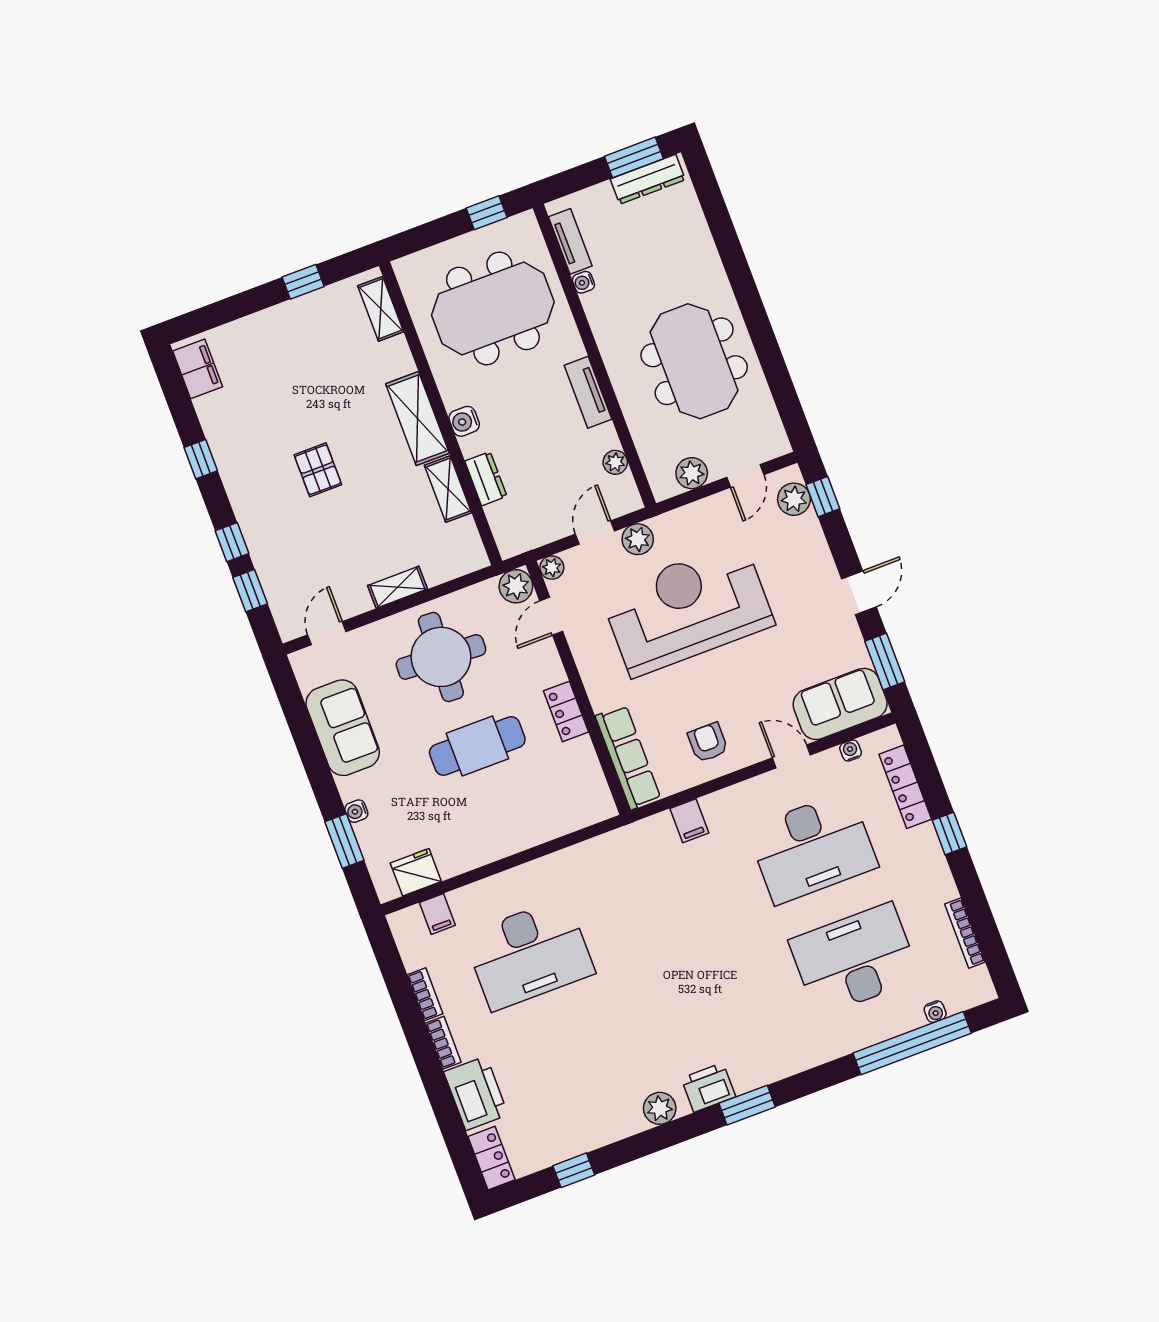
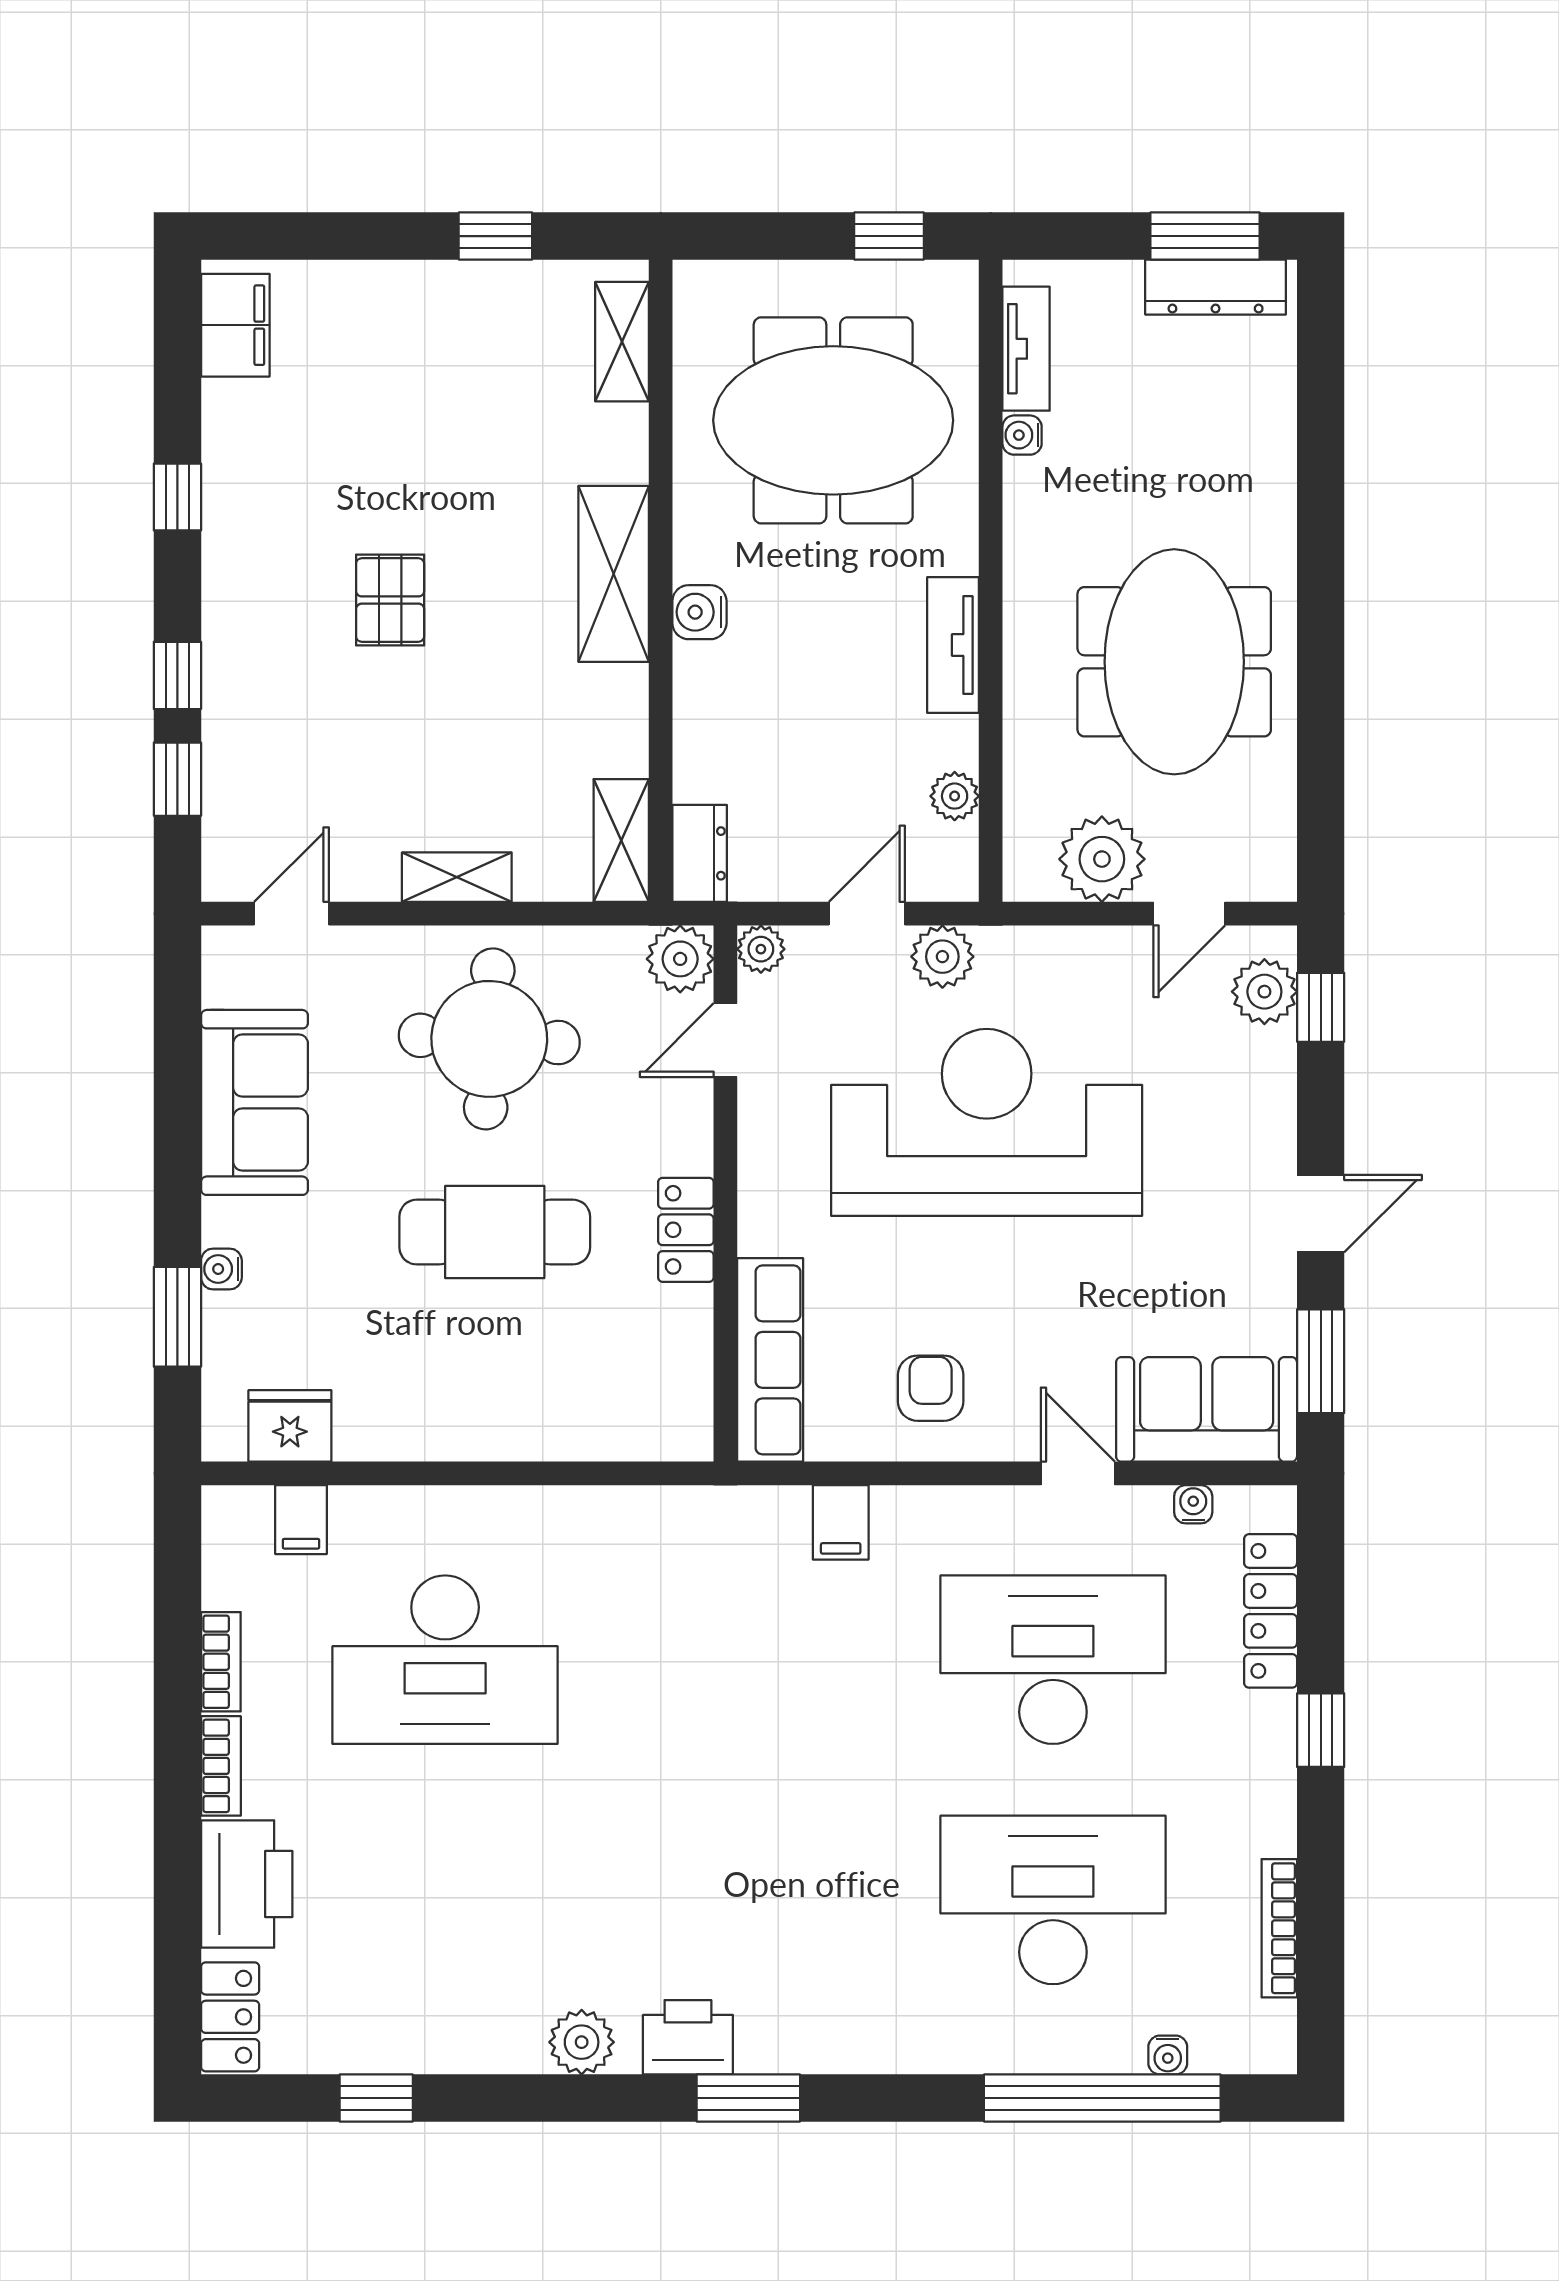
plant: (692, 473) -> (1102, 859), width x1.36, depth x1.36
dresser: (486, 479) -> (700, 853), moved
shelving: (448, 489) -> (621, 840), moved
desk: (812, 848) -> (1053, 1660), turned 180

